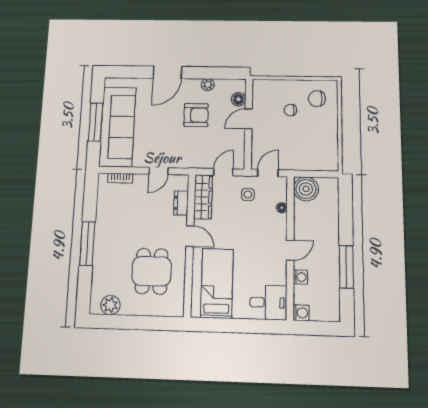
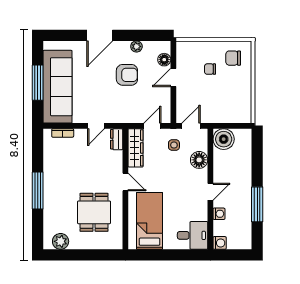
dresser: (181, 203) -> (117, 139), moved
floor lamp: (282, 208) -> (199, 160), width x1.89, depth x1.89

